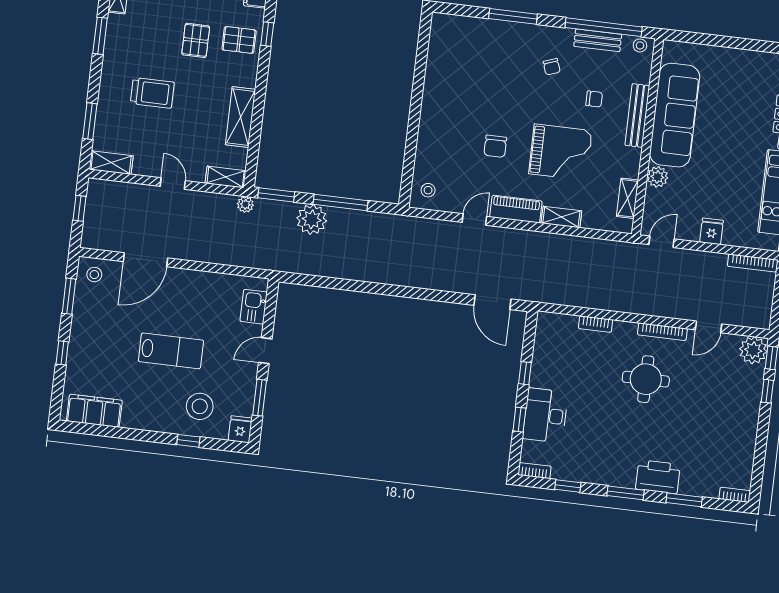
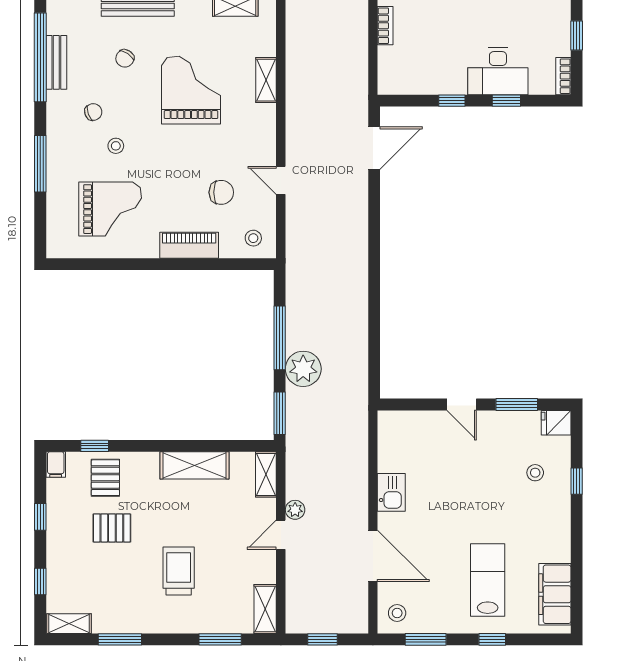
stool: (640, 45) -> (116, 146), moved
grand piano: (467, 71) -> (110, 209), added
chair: (594, 99) -> (125, 58), turned -146
chair: (495, 146) -> (221, 192), moved
plant: (245, 204) -> (295, 510), moved
piano: (516, 209) -> (189, 245), moved, turned 90
kitchen sink: (254, 307) -> (391, 492), moved, turned -90
lab bench: (171, 351) -> (488, 580), moved
stool: (200, 406) -> (535, 473), width x0.53, depth x0.53

